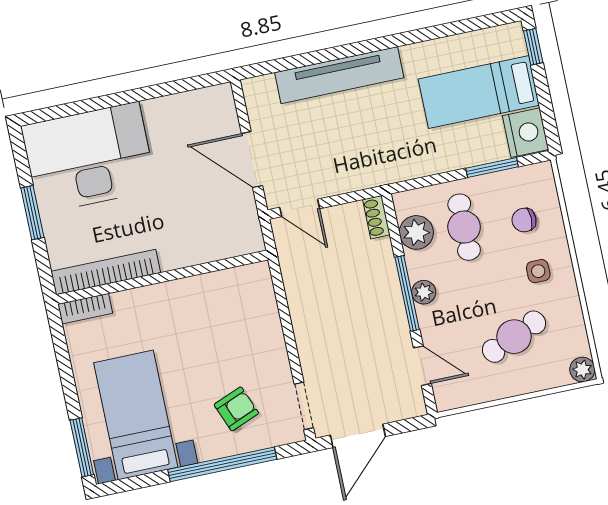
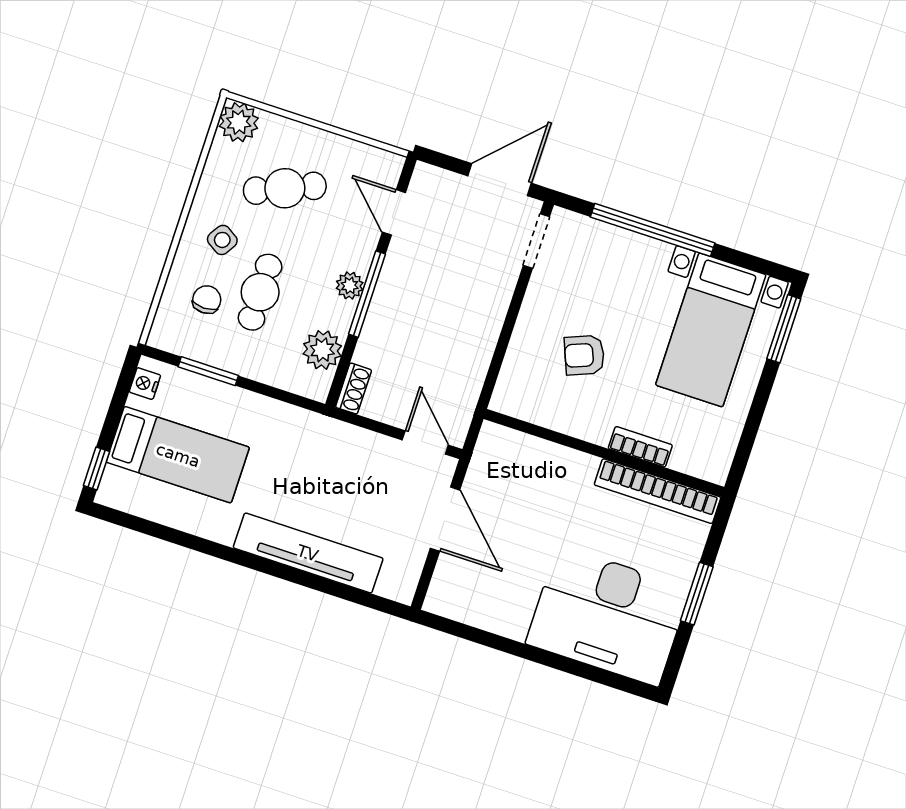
nightstand: (526, 133) -> (145, 384), width x0.53, depth x0.56
chair: (524, 220) -> (207, 300), turned -90
cafe table: (464, 227) -> (260, 292), moved
side table: (538, 271) -> (222, 240), turned 32
bookcase: (85, 309) -> (640, 447), moved
plant: (582, 370) -> (239, 122), width x1.38, depth x1.38
armchair: (236, 409) -> (584, 355), moved

